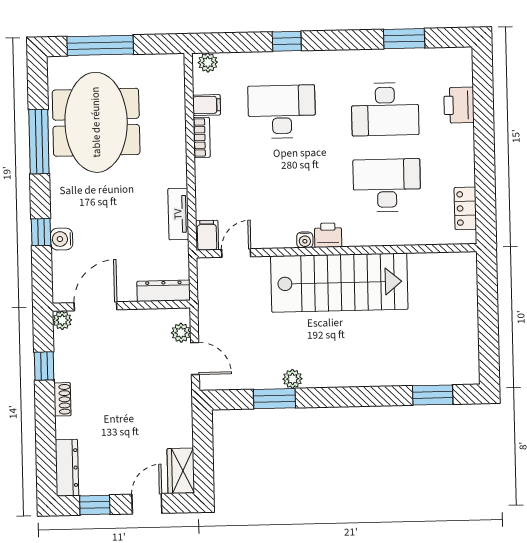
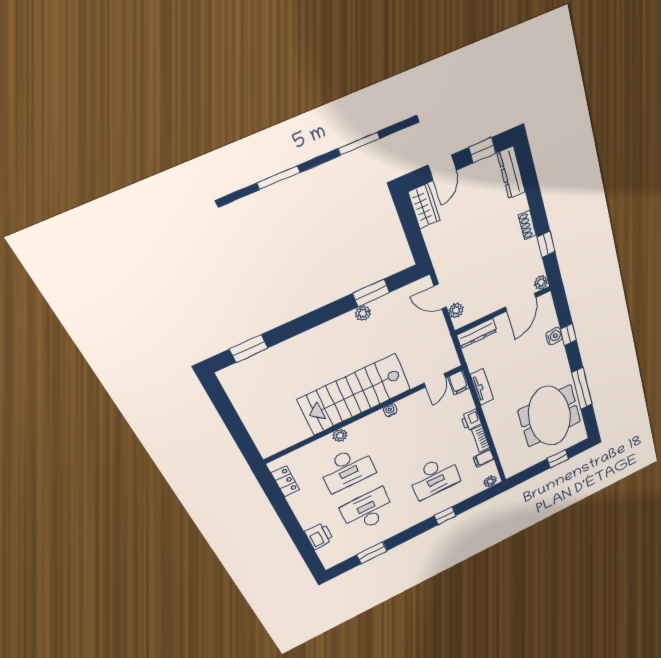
window: (100, 45) -> (558, 459), width x0.46
printer: (328, 235) -> (471, 420), moved, turned 90
plant: (377, 237) -> (340, 435), added

